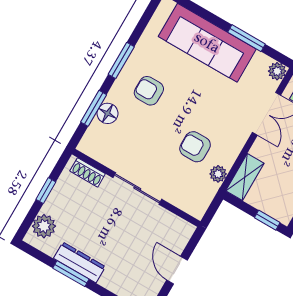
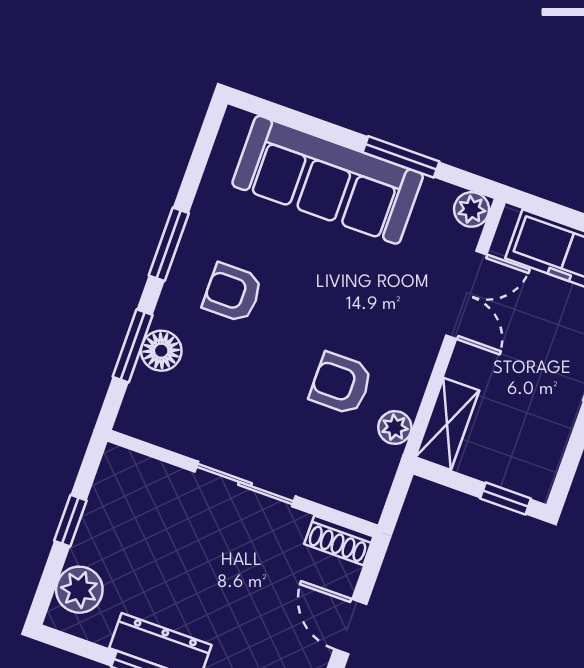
shoe rack: (88, 172) -> (339, 540), moved

